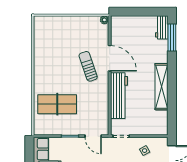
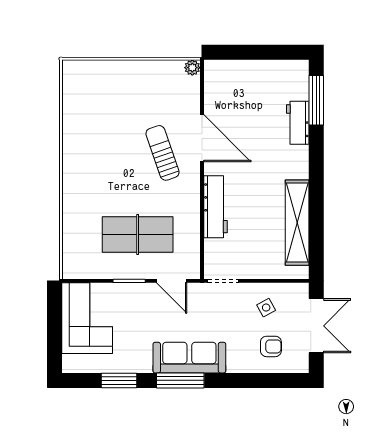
workbench: (162, 27) -> (298, 123), moved
shelving: (161, 87) -> (297, 223), moved
workbench: (119, 96) -> (215, 207), width x0.73, depth x0.76
table tennis table: (57, 104) -> (138, 235), moved

